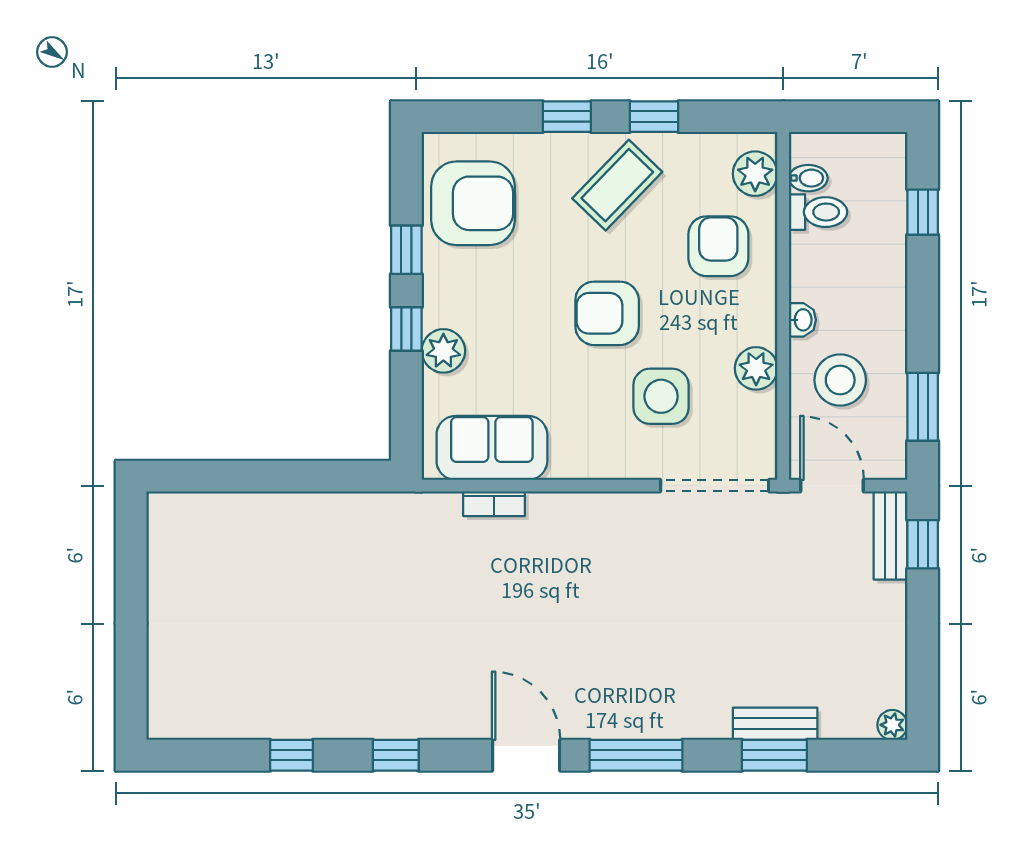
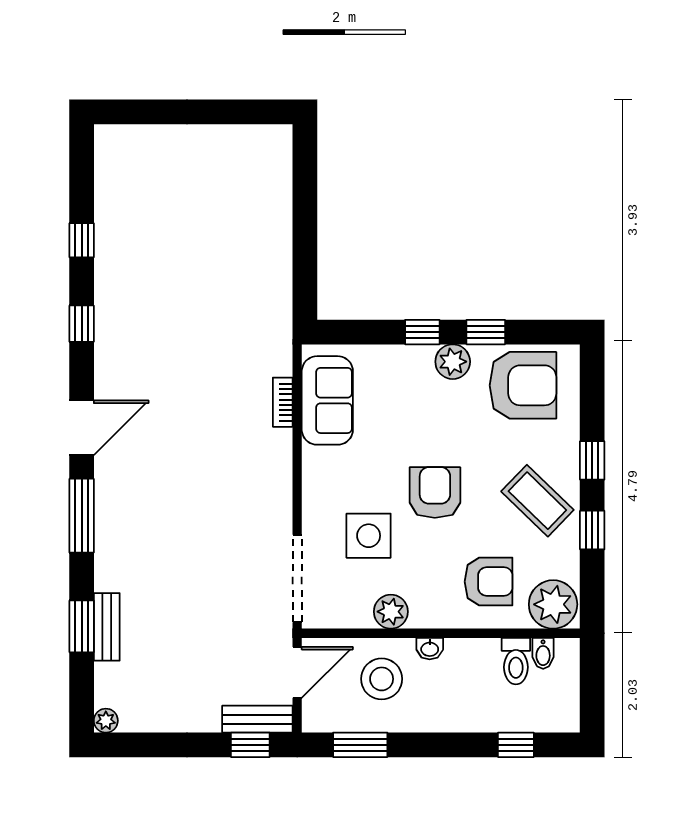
plant: (755, 174) -> (553, 604), width x1.36, depth x1.36
armchair: (473, 203) -> (523, 385), turned -90
plant: (443, 351) -> (453, 362), moved

